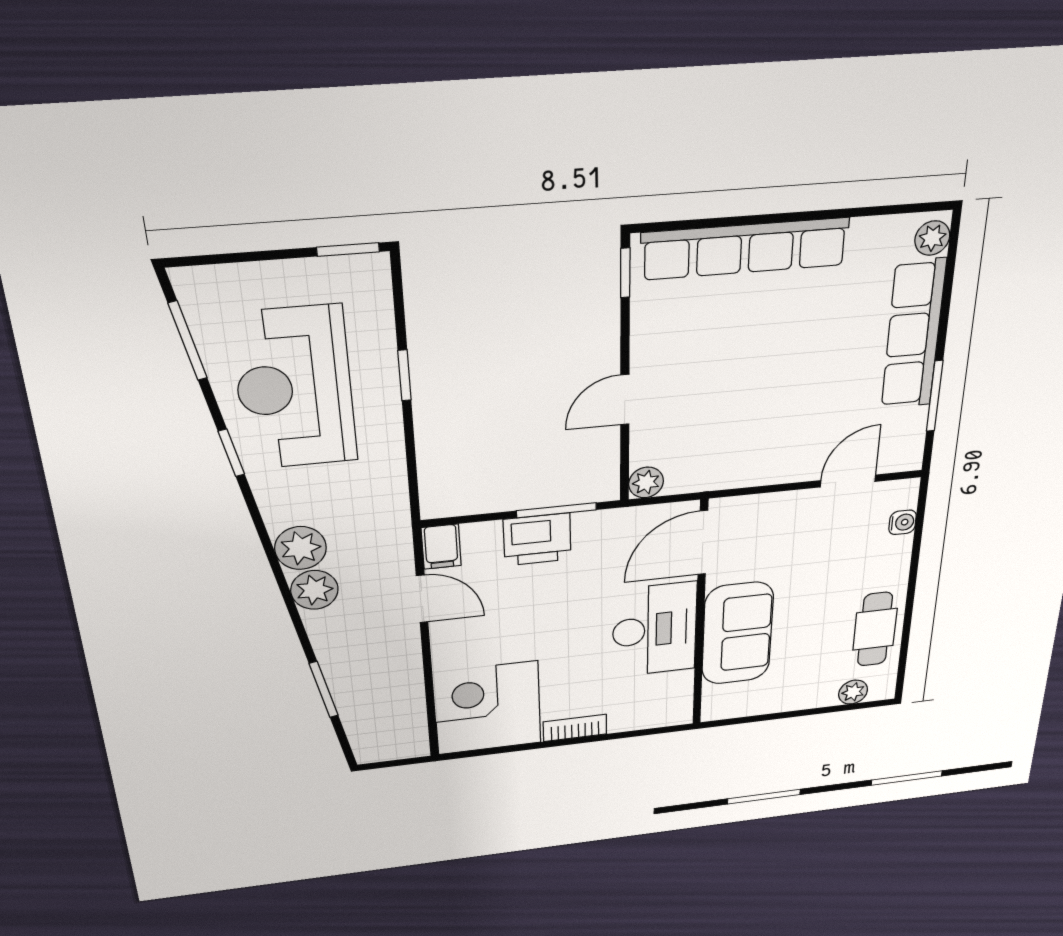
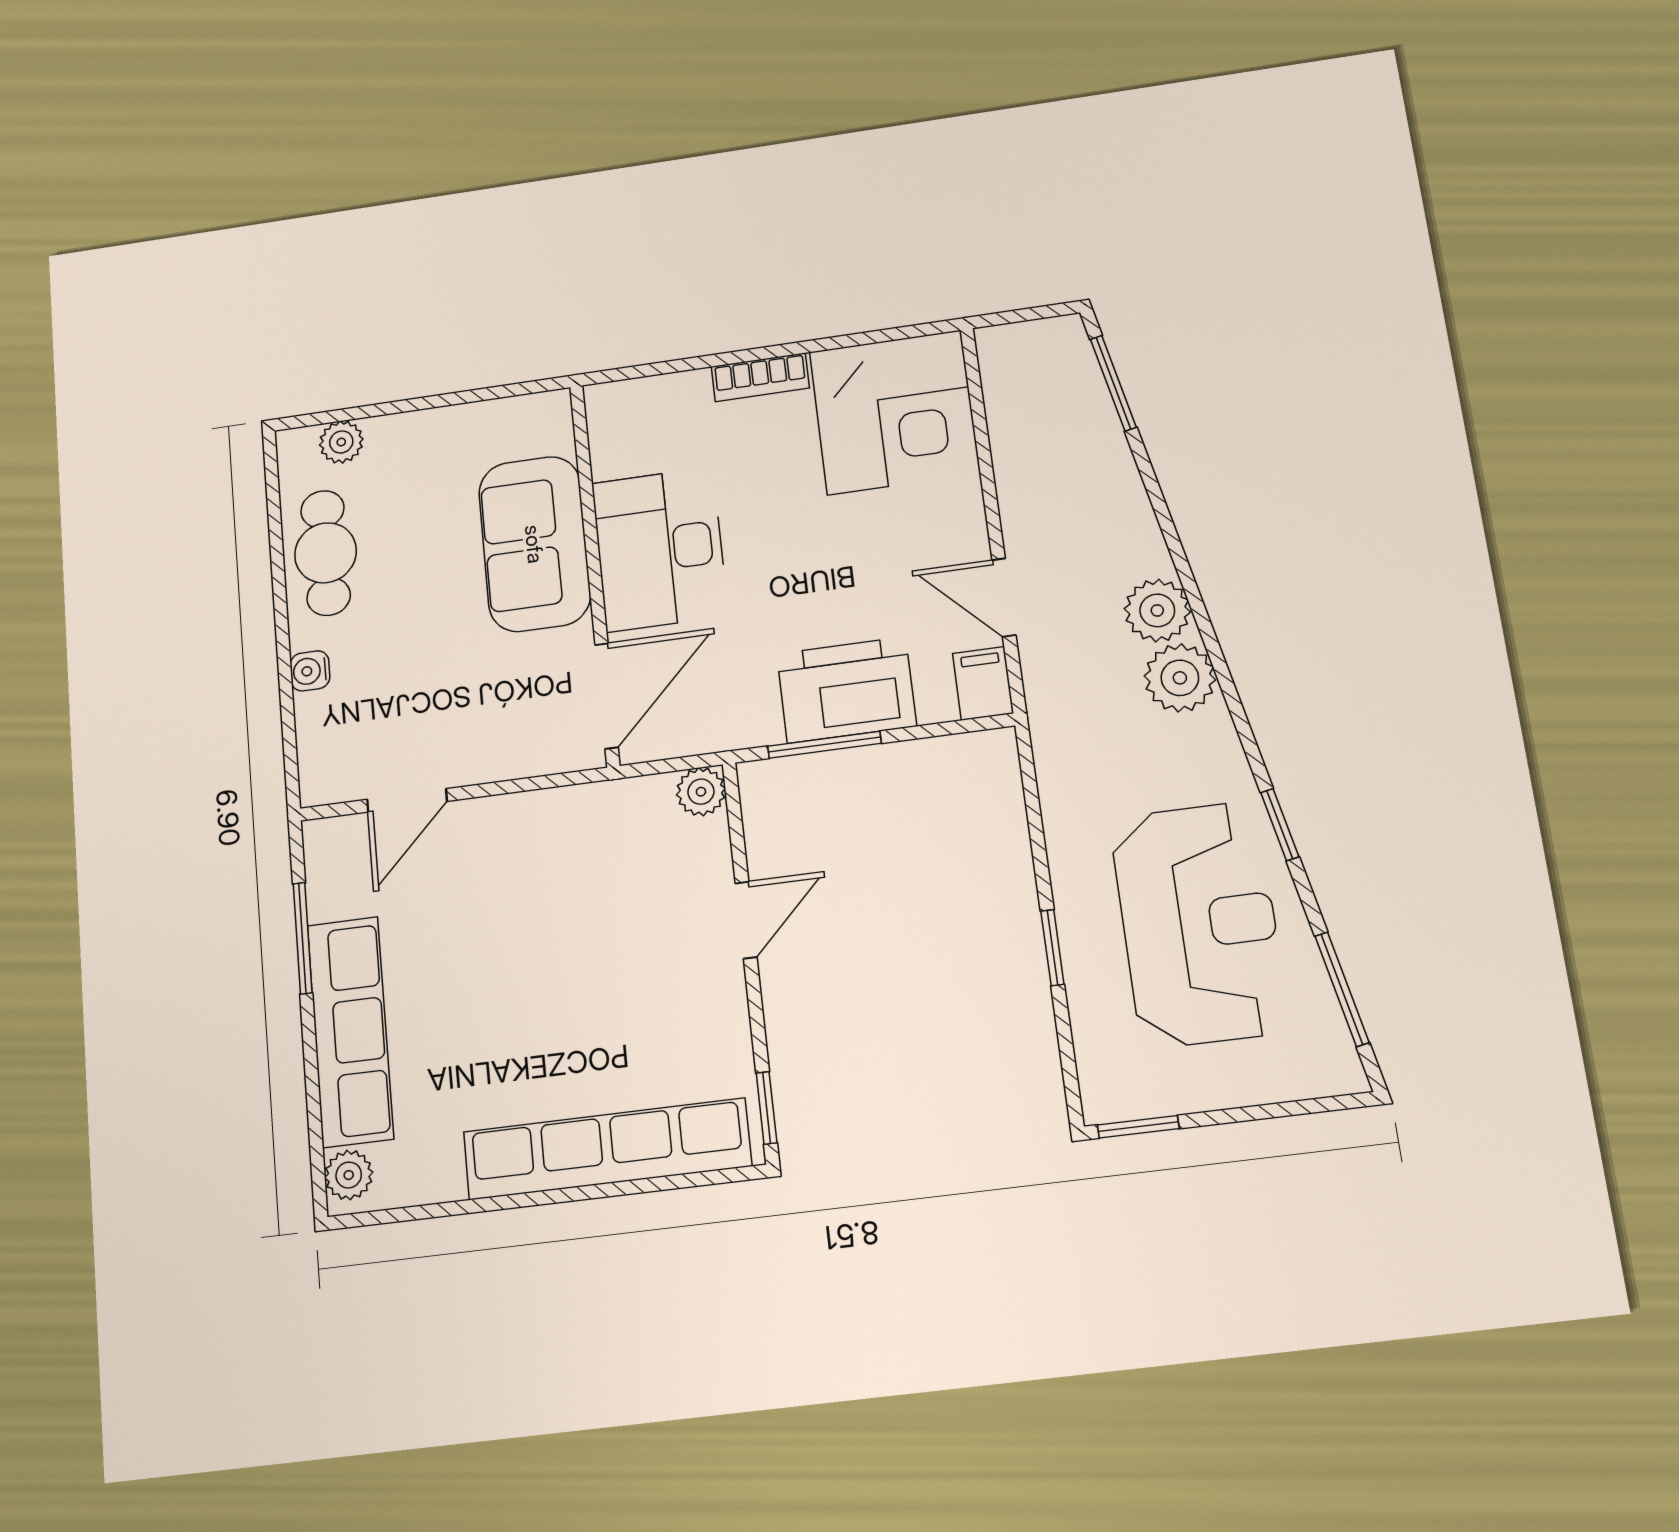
water cooler: (903, 522) -> (310, 671), moved
printer: (537, 539) -> (846, 690), width x1.37, depth x1.19
window: (324, 690) -> (1113, 383), moved

